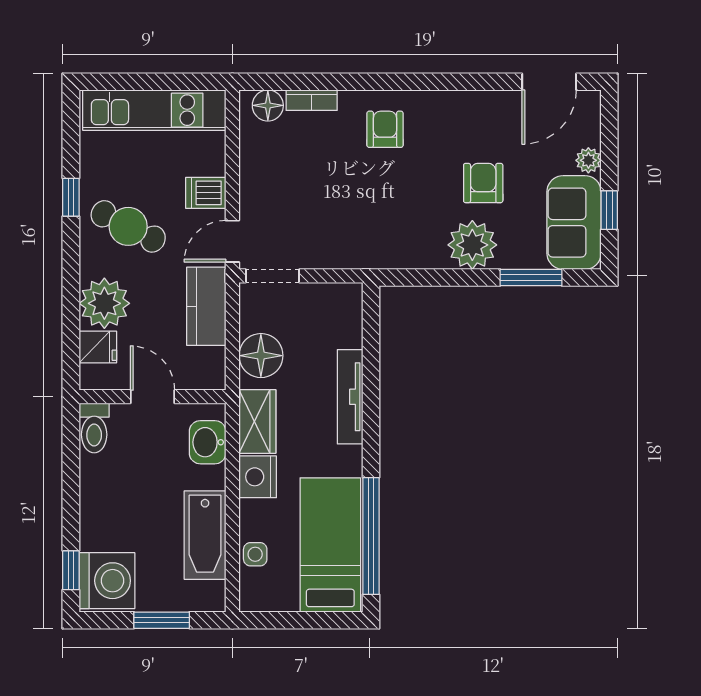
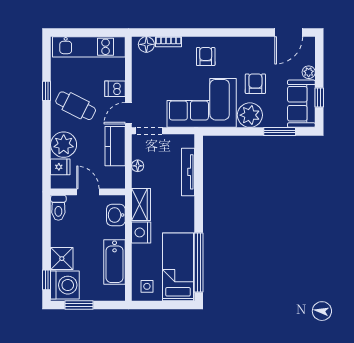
corner sofa: (377, 221) -> (202, 103), added
floor lamp: (261, 356) -> (138, 166), width x0.53, depth x0.53
tv unit: (350, 397) -> (188, 172), moved
shower: (101, 528) -> (62, 259), added
side table: (255, 554) -> (147, 286), moved
window: (162, 620) -> (79, 305), moved

